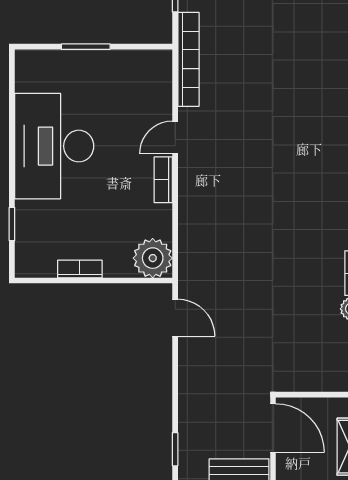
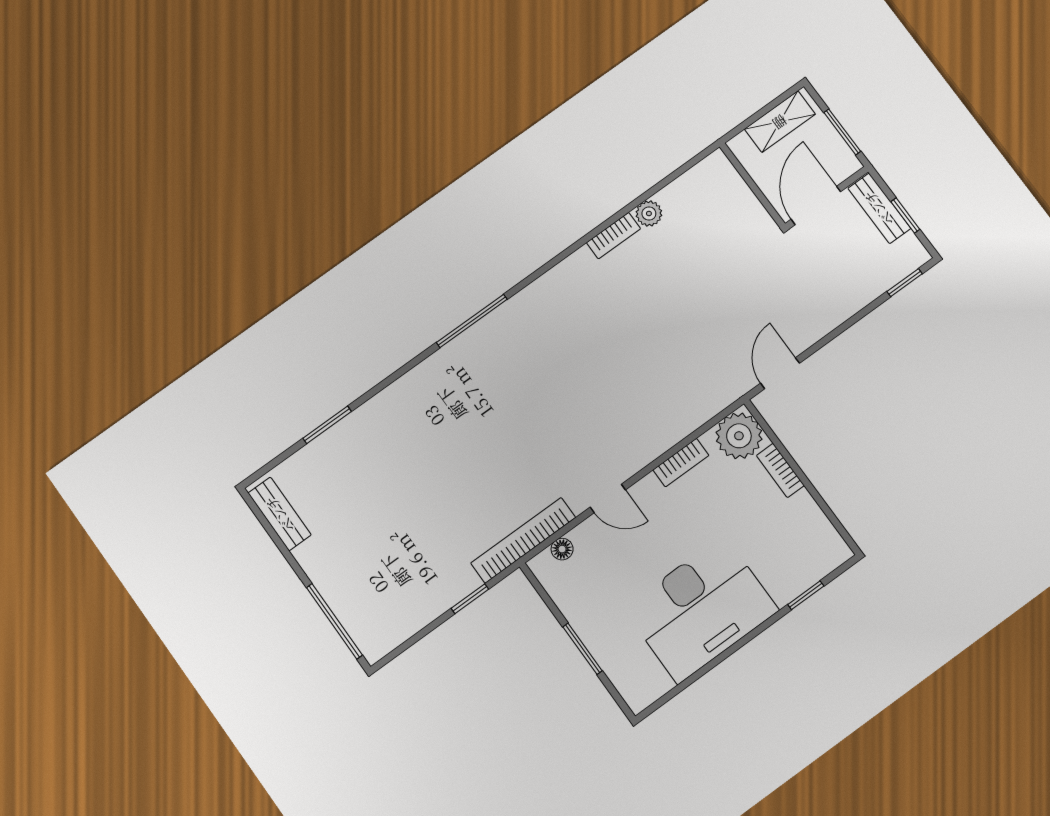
floor lamp: (163, 81) -> (562, 549), added
bookcase: (163, 180) -> (681, 463), moved
bookcase: (80, 269) -> (780, 470), moved

